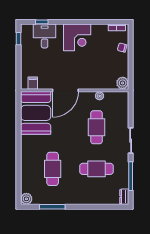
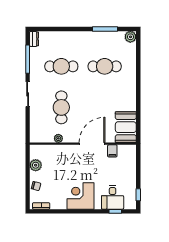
filing cabinet: (33, 83) -> (112, 151), moved
plant: (123, 83) -> (36, 165), moved
booth: (36, 113) -> (126, 127), width x0.73, depth x0.70
cafe table: (53, 169) -> (105, 66), turned 90

